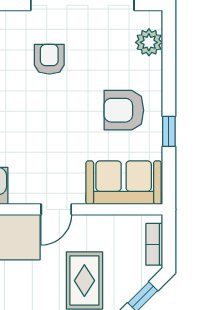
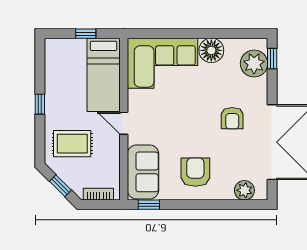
armchair: (49, 59) -> (232, 118), turned 90
window: (169, 131) -> (149, 205), moved

